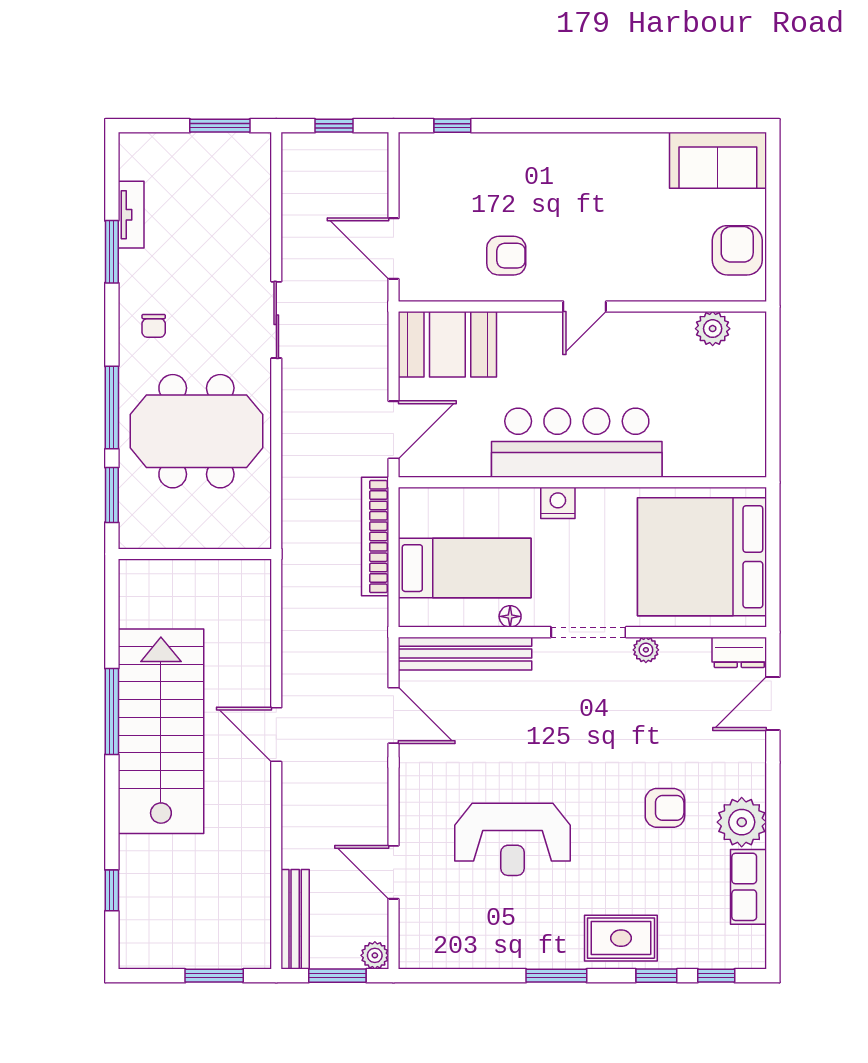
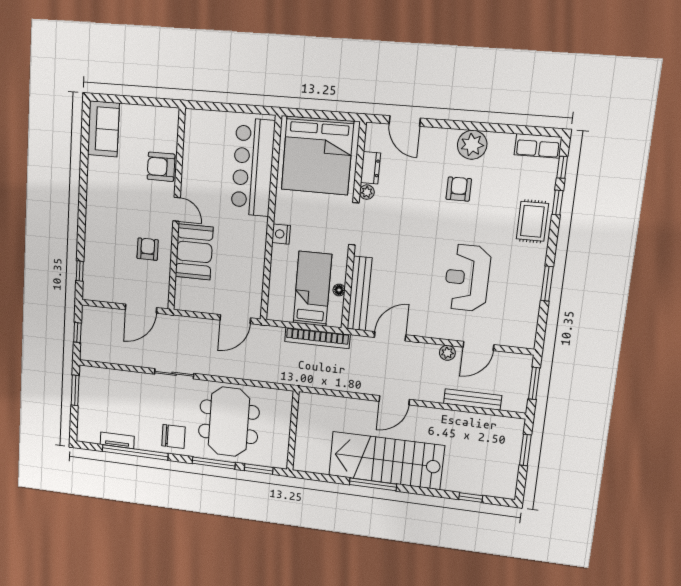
armchair: (737, 250) -> (161, 167), moved
window: (112, 252) -> (135, 452), width x2.11
chair: (154, 326) -> (173, 436), width x1.87, depth x1.87
plant: (713, 329) -> (192, 139), removed
booth: (447, 344) -> (194, 252), moved
door: (394, 430) -> (235, 319), swing flipped
bar counter: (577, 443) -> (253, 167), moved
bookcase: (375, 537) -> (317, 338), moved
floor lamp: (510, 616) -> (339, 290), moved
dresser: (739, 652) -> (371, 168), moved
reception desk: (513, 839) -> (467, 278), turned 180
row of seats: (748, 887) -> (538, 146), moved
bench: (295, 919) -> (473, 399), moved
plant: (375, 955) -> (447, 353), moved
window: (556, 976) -> (547, 284), moved

